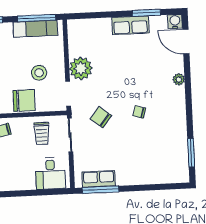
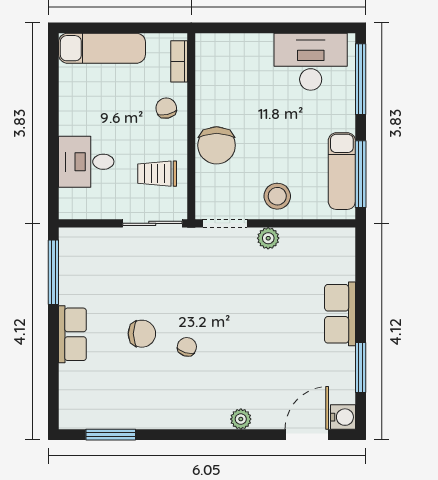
row of seats: (131, 25) -> (340, 314), moved
plant: (81, 68) -> (268, 238), width x0.53, depth x0.53
stool: (39, 73) -> (277, 196), moved
chair: (101, 117) -> (142, 334), moved, turned 52
desk: (50, 173) -> (86, 162), moved
row of seats: (99, 179) -> (72, 334), moved

